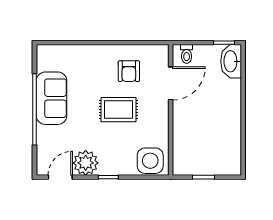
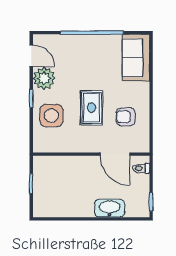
washbasin: (231, 61) -> (110, 208), moved
sofa: (52, 98) -> (136, 58), moved, turned 90
side table: (150, 161) -> (51, 116), moved

